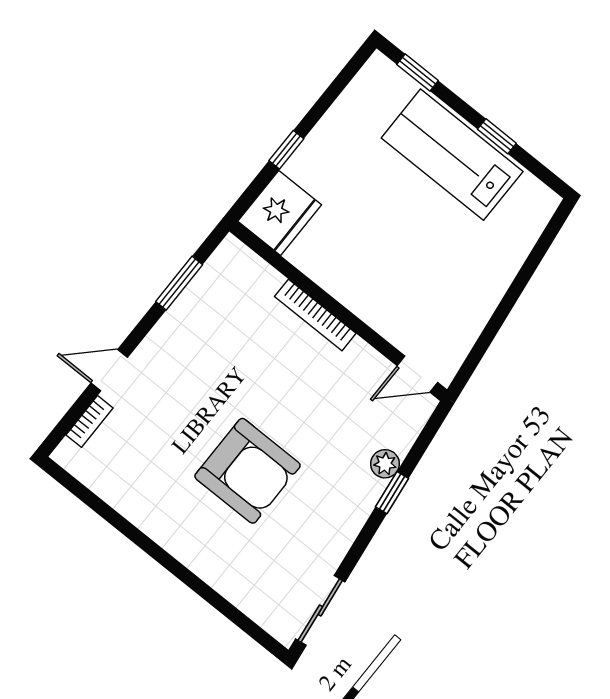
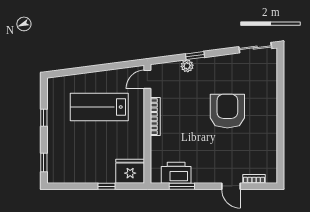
lab bench: (452, 155) -> (99, 107), moved, turned 90
printer: (211, 292) -> (176, 173), added
bookcase: (315, 315) -> (155, 117), moved
door: (417, 374) -> (147, 79), swing flipped

